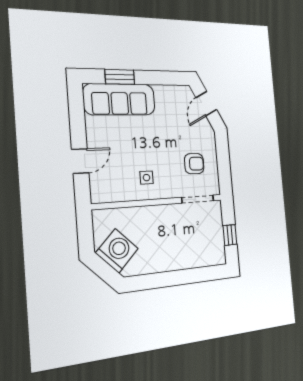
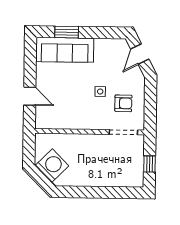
door: (80, 161) -> (30, 96), hinge flipped
side table: (147, 178) -> (100, 92), moved

